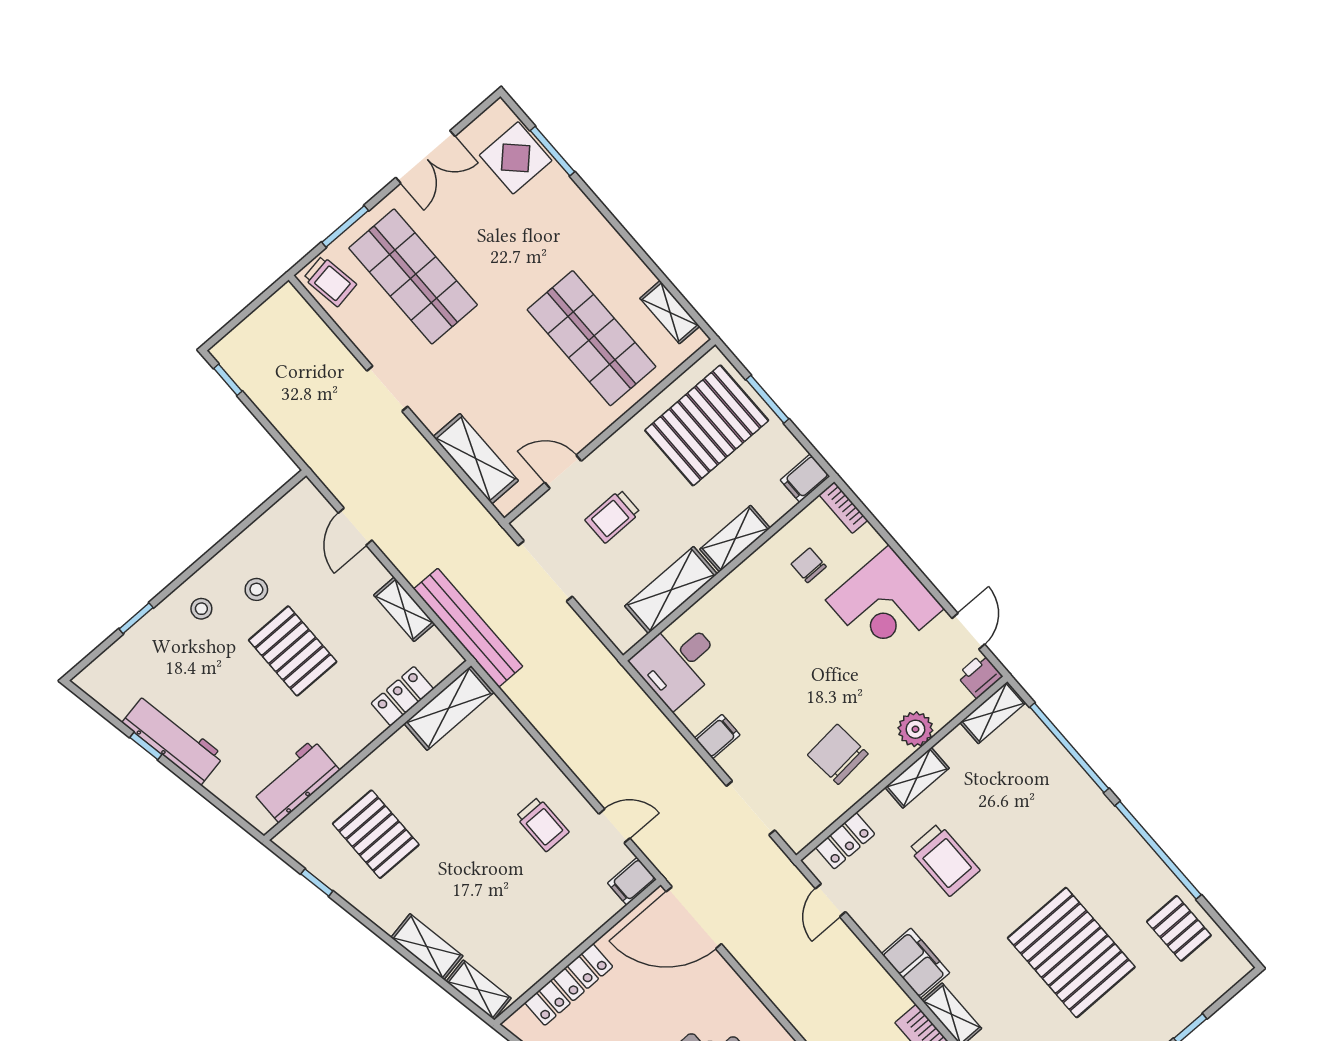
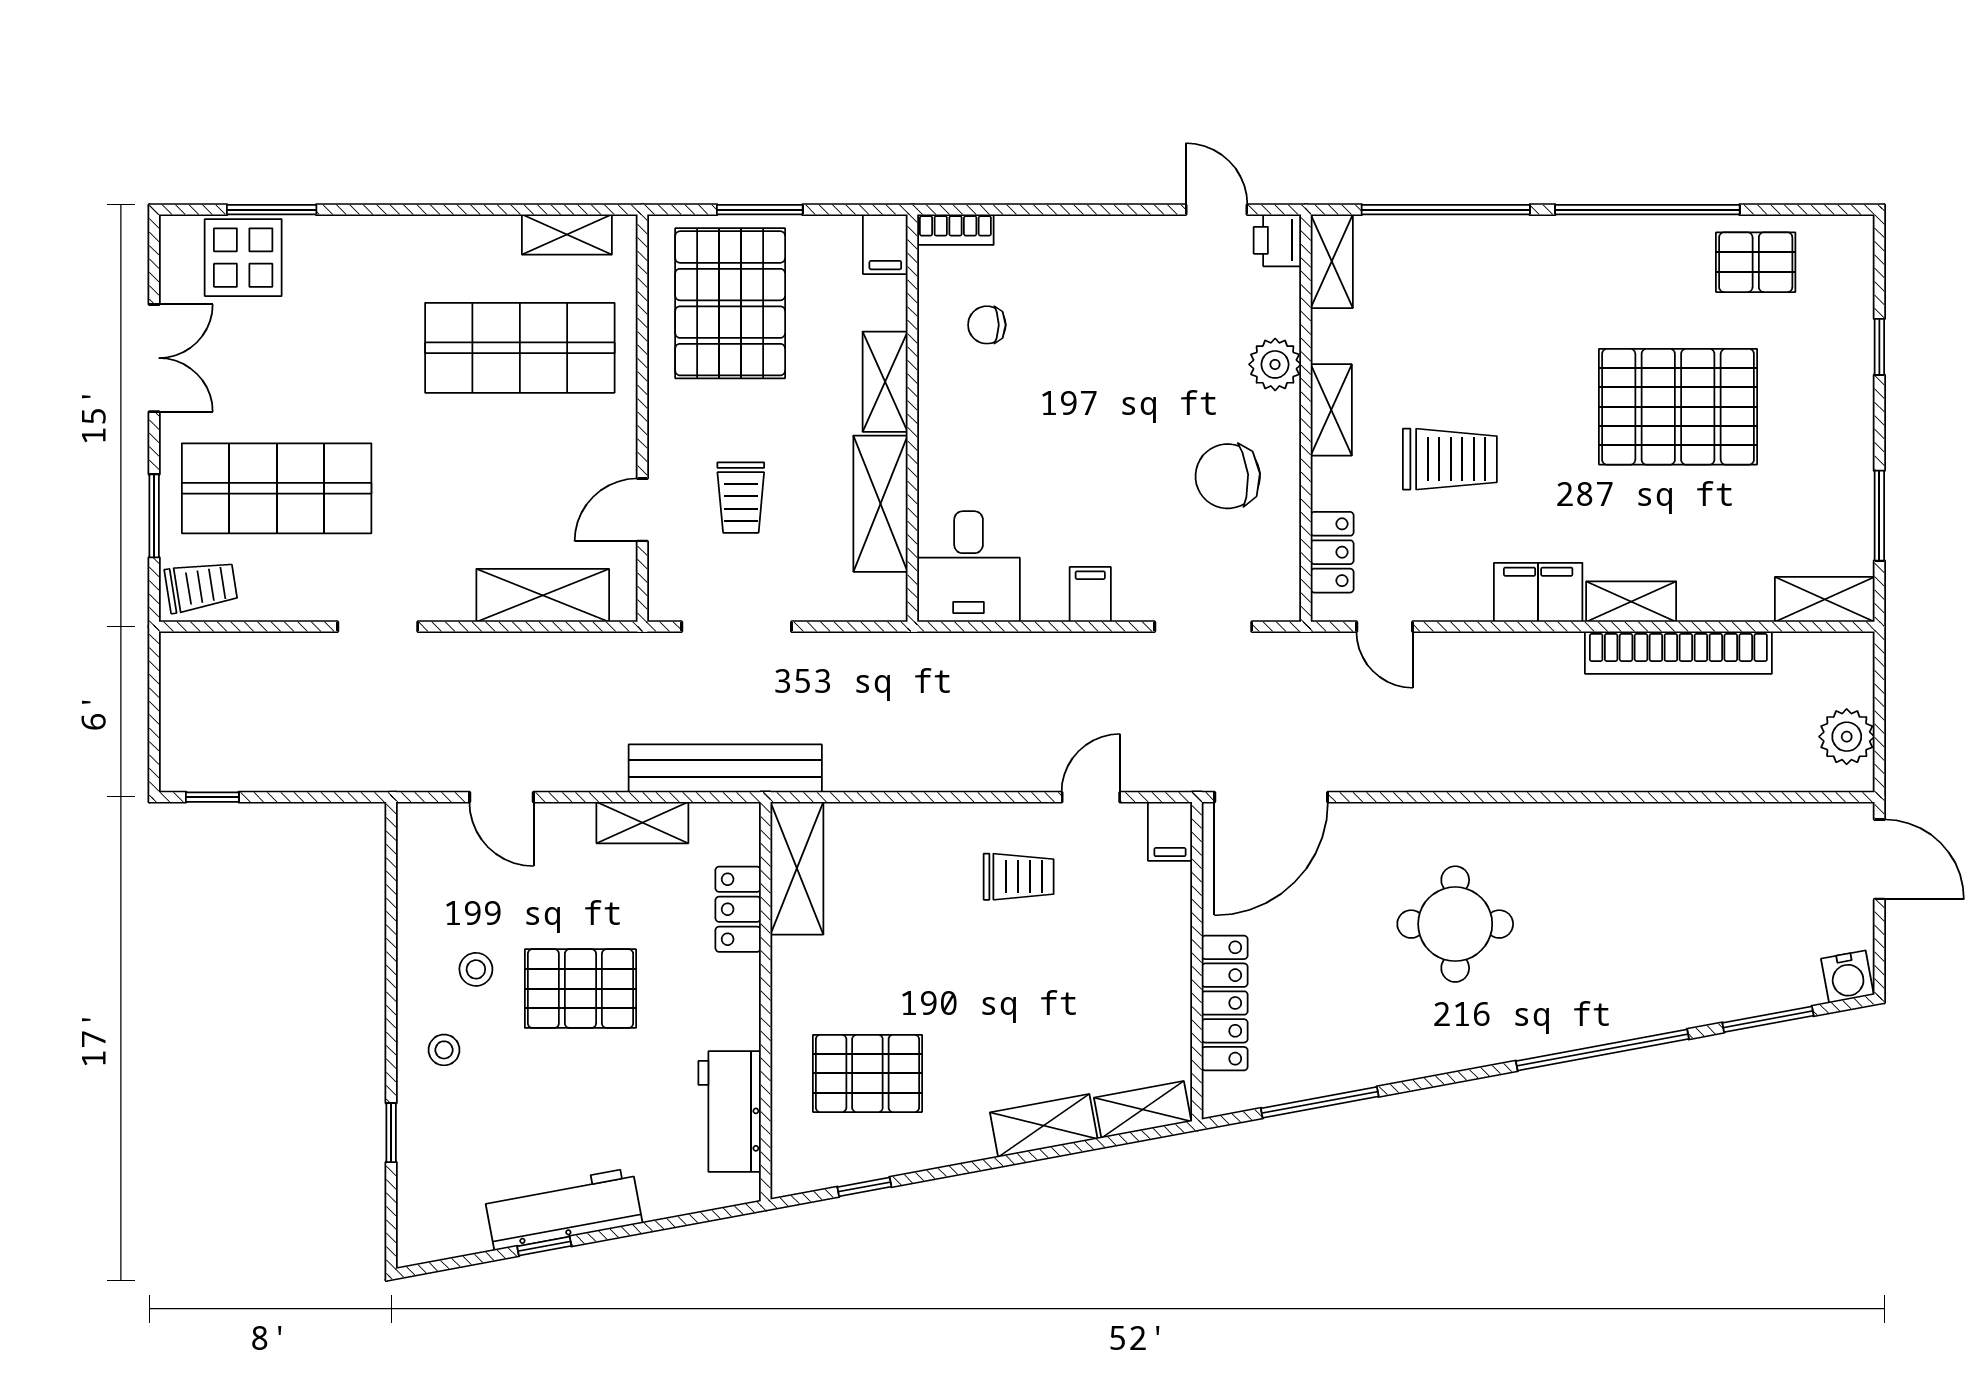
corner desk: (885, 604) -> (1105, 277), removed

